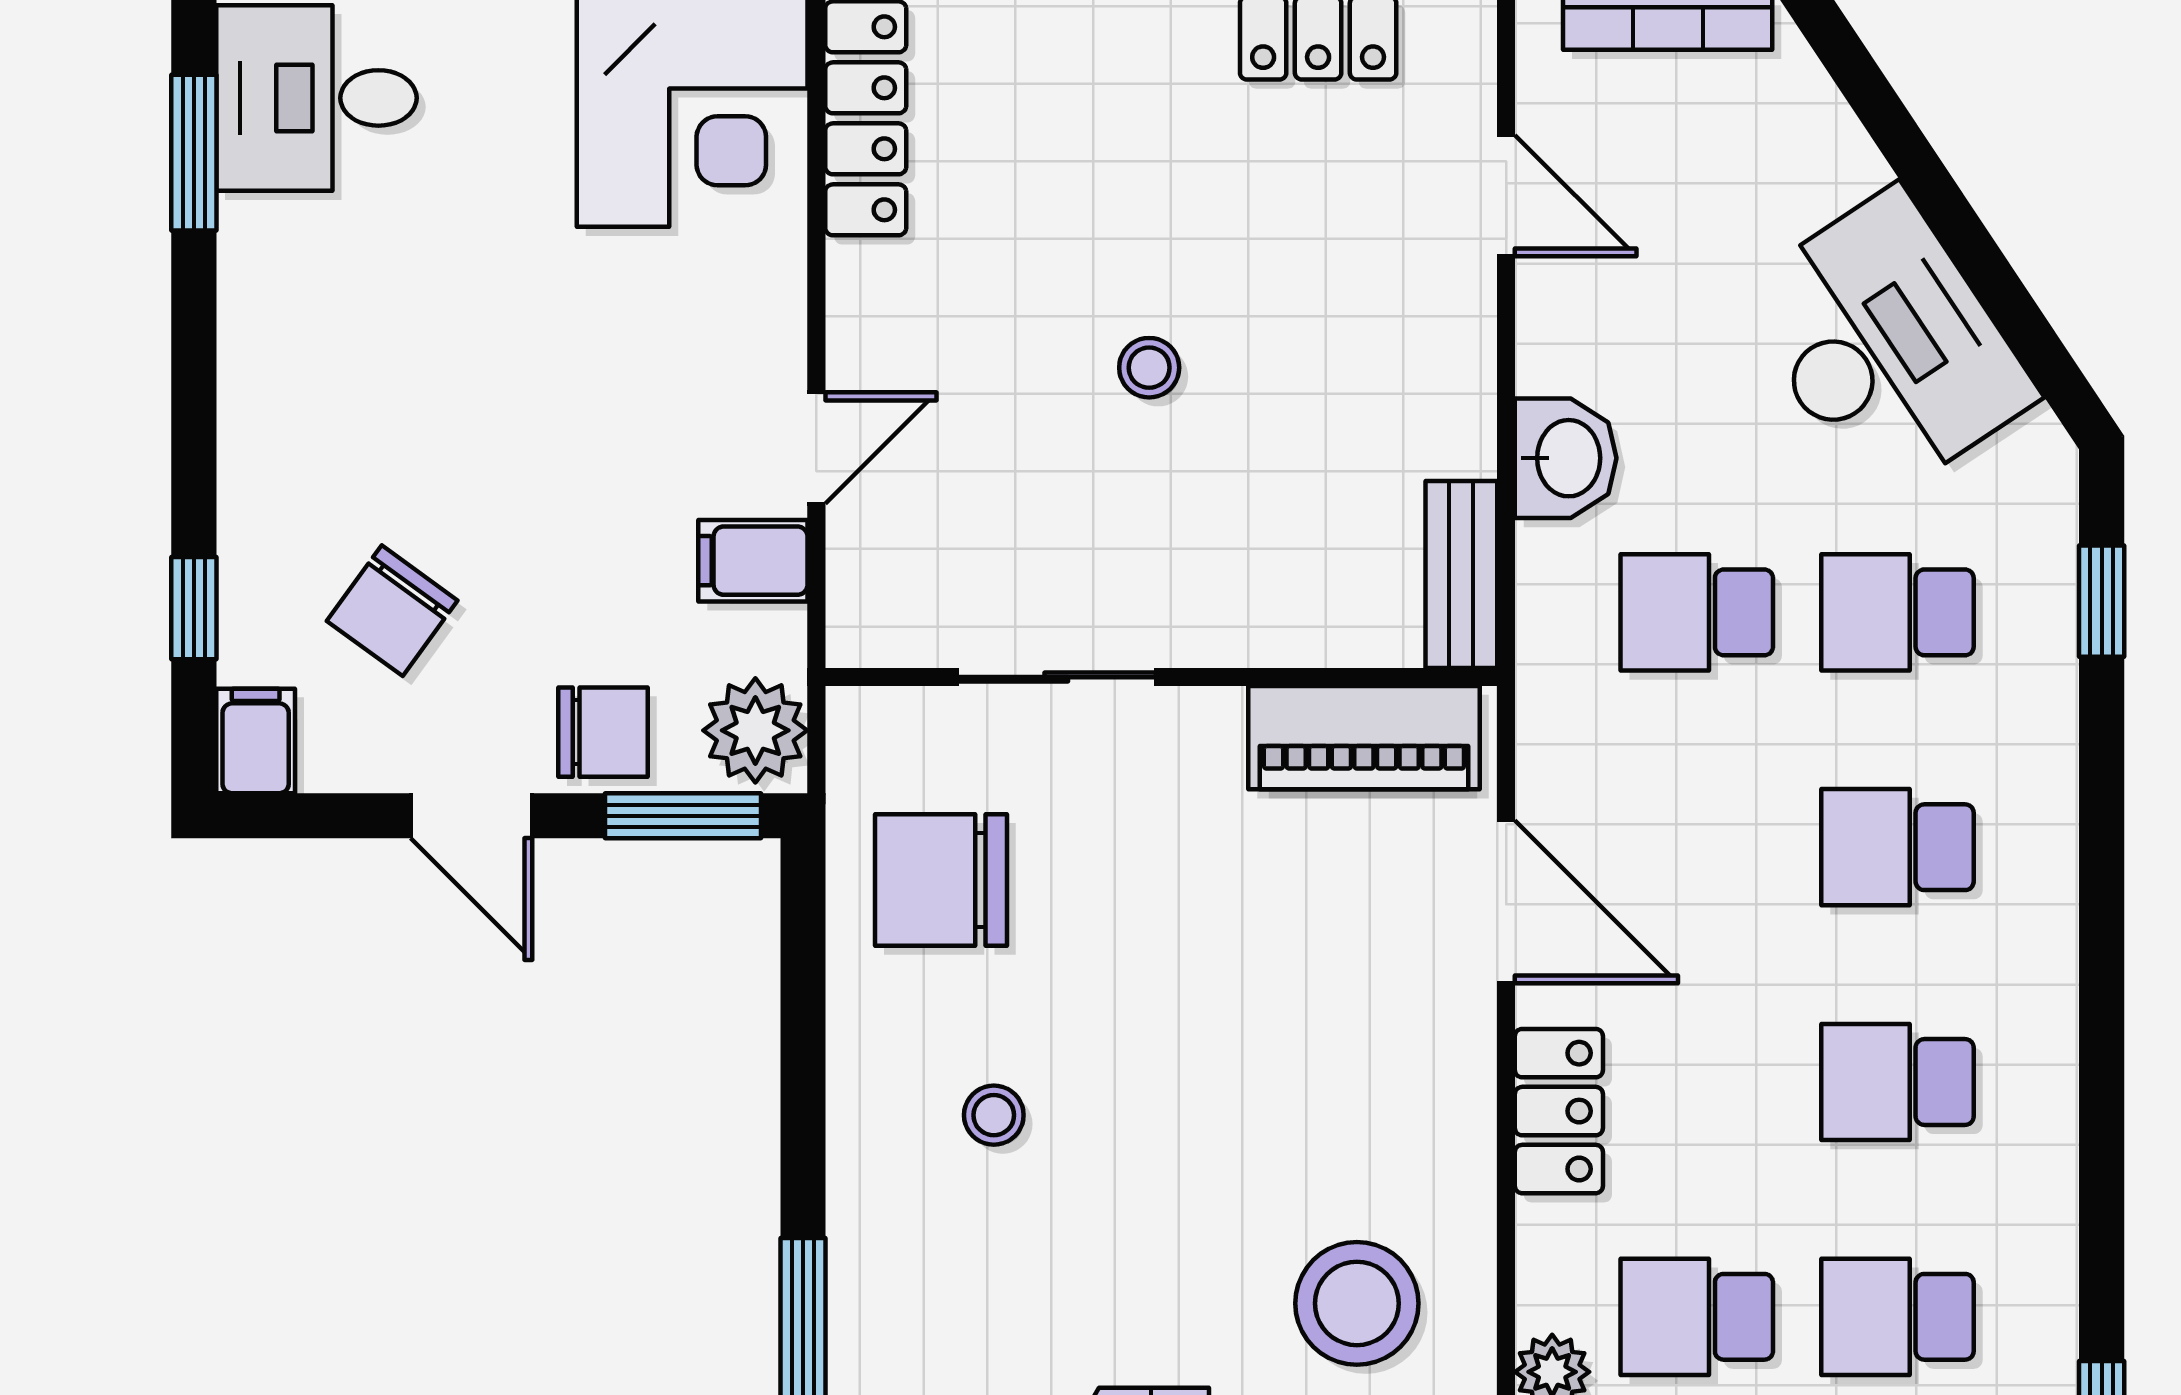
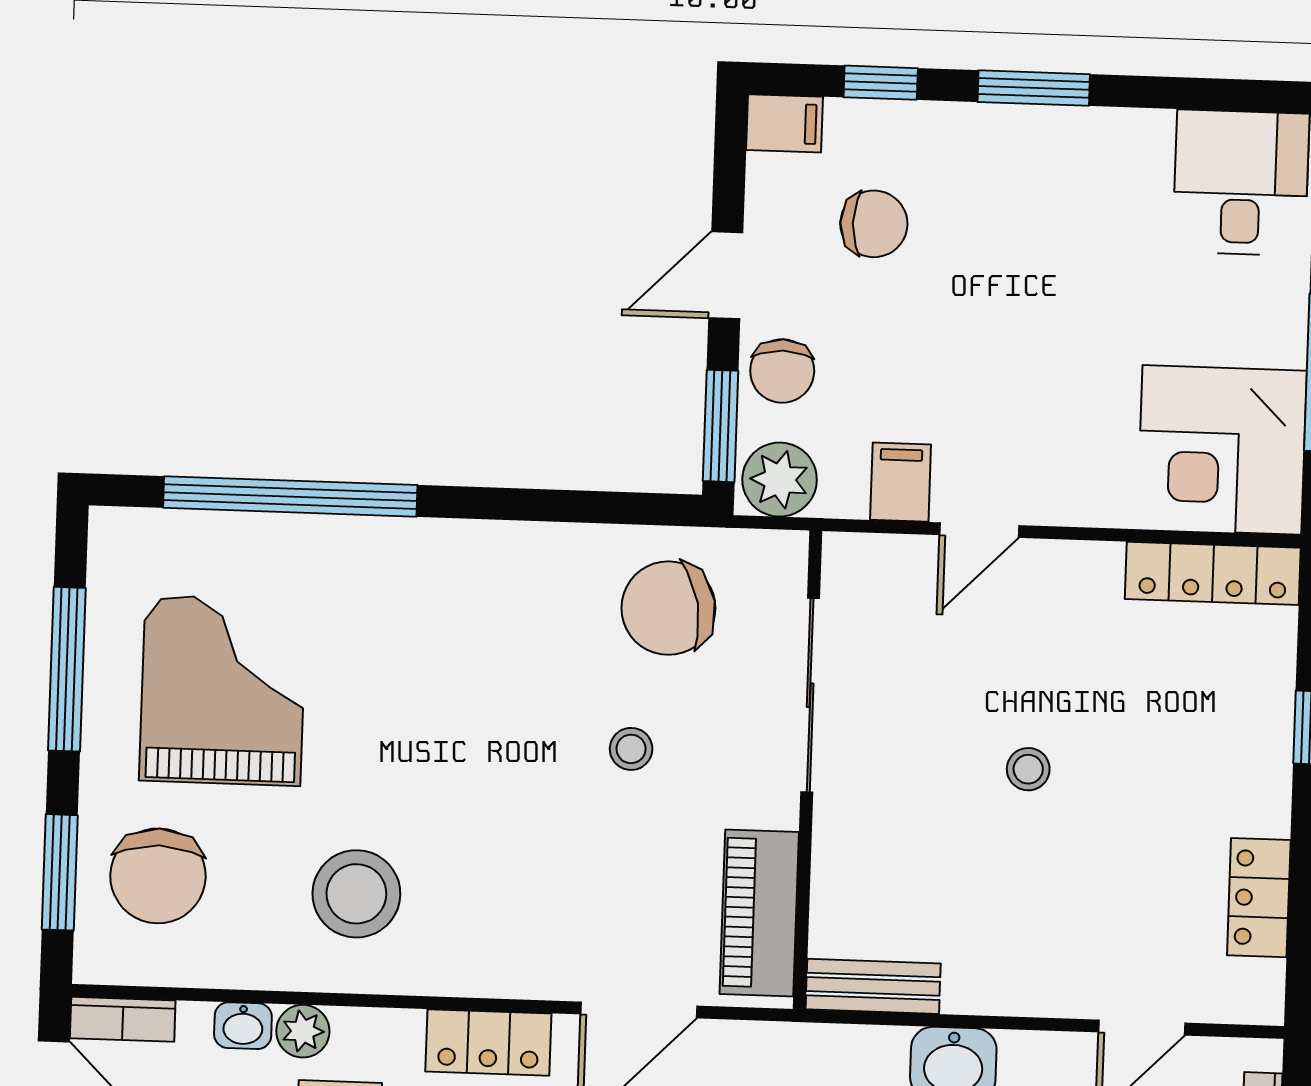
window: (194, 153) -> (1034, 88), moved
door: (816, 448) -> (979, 530), hinge flipped
chair: (392, 611) -> (874, 224), turned 144
sliding door: (1056, 677) -> (810, 695), width x1.37
chair: (941, 880) -> (668, 608), turned -101
stool: (994, 1115) -> (631, 749), moved

